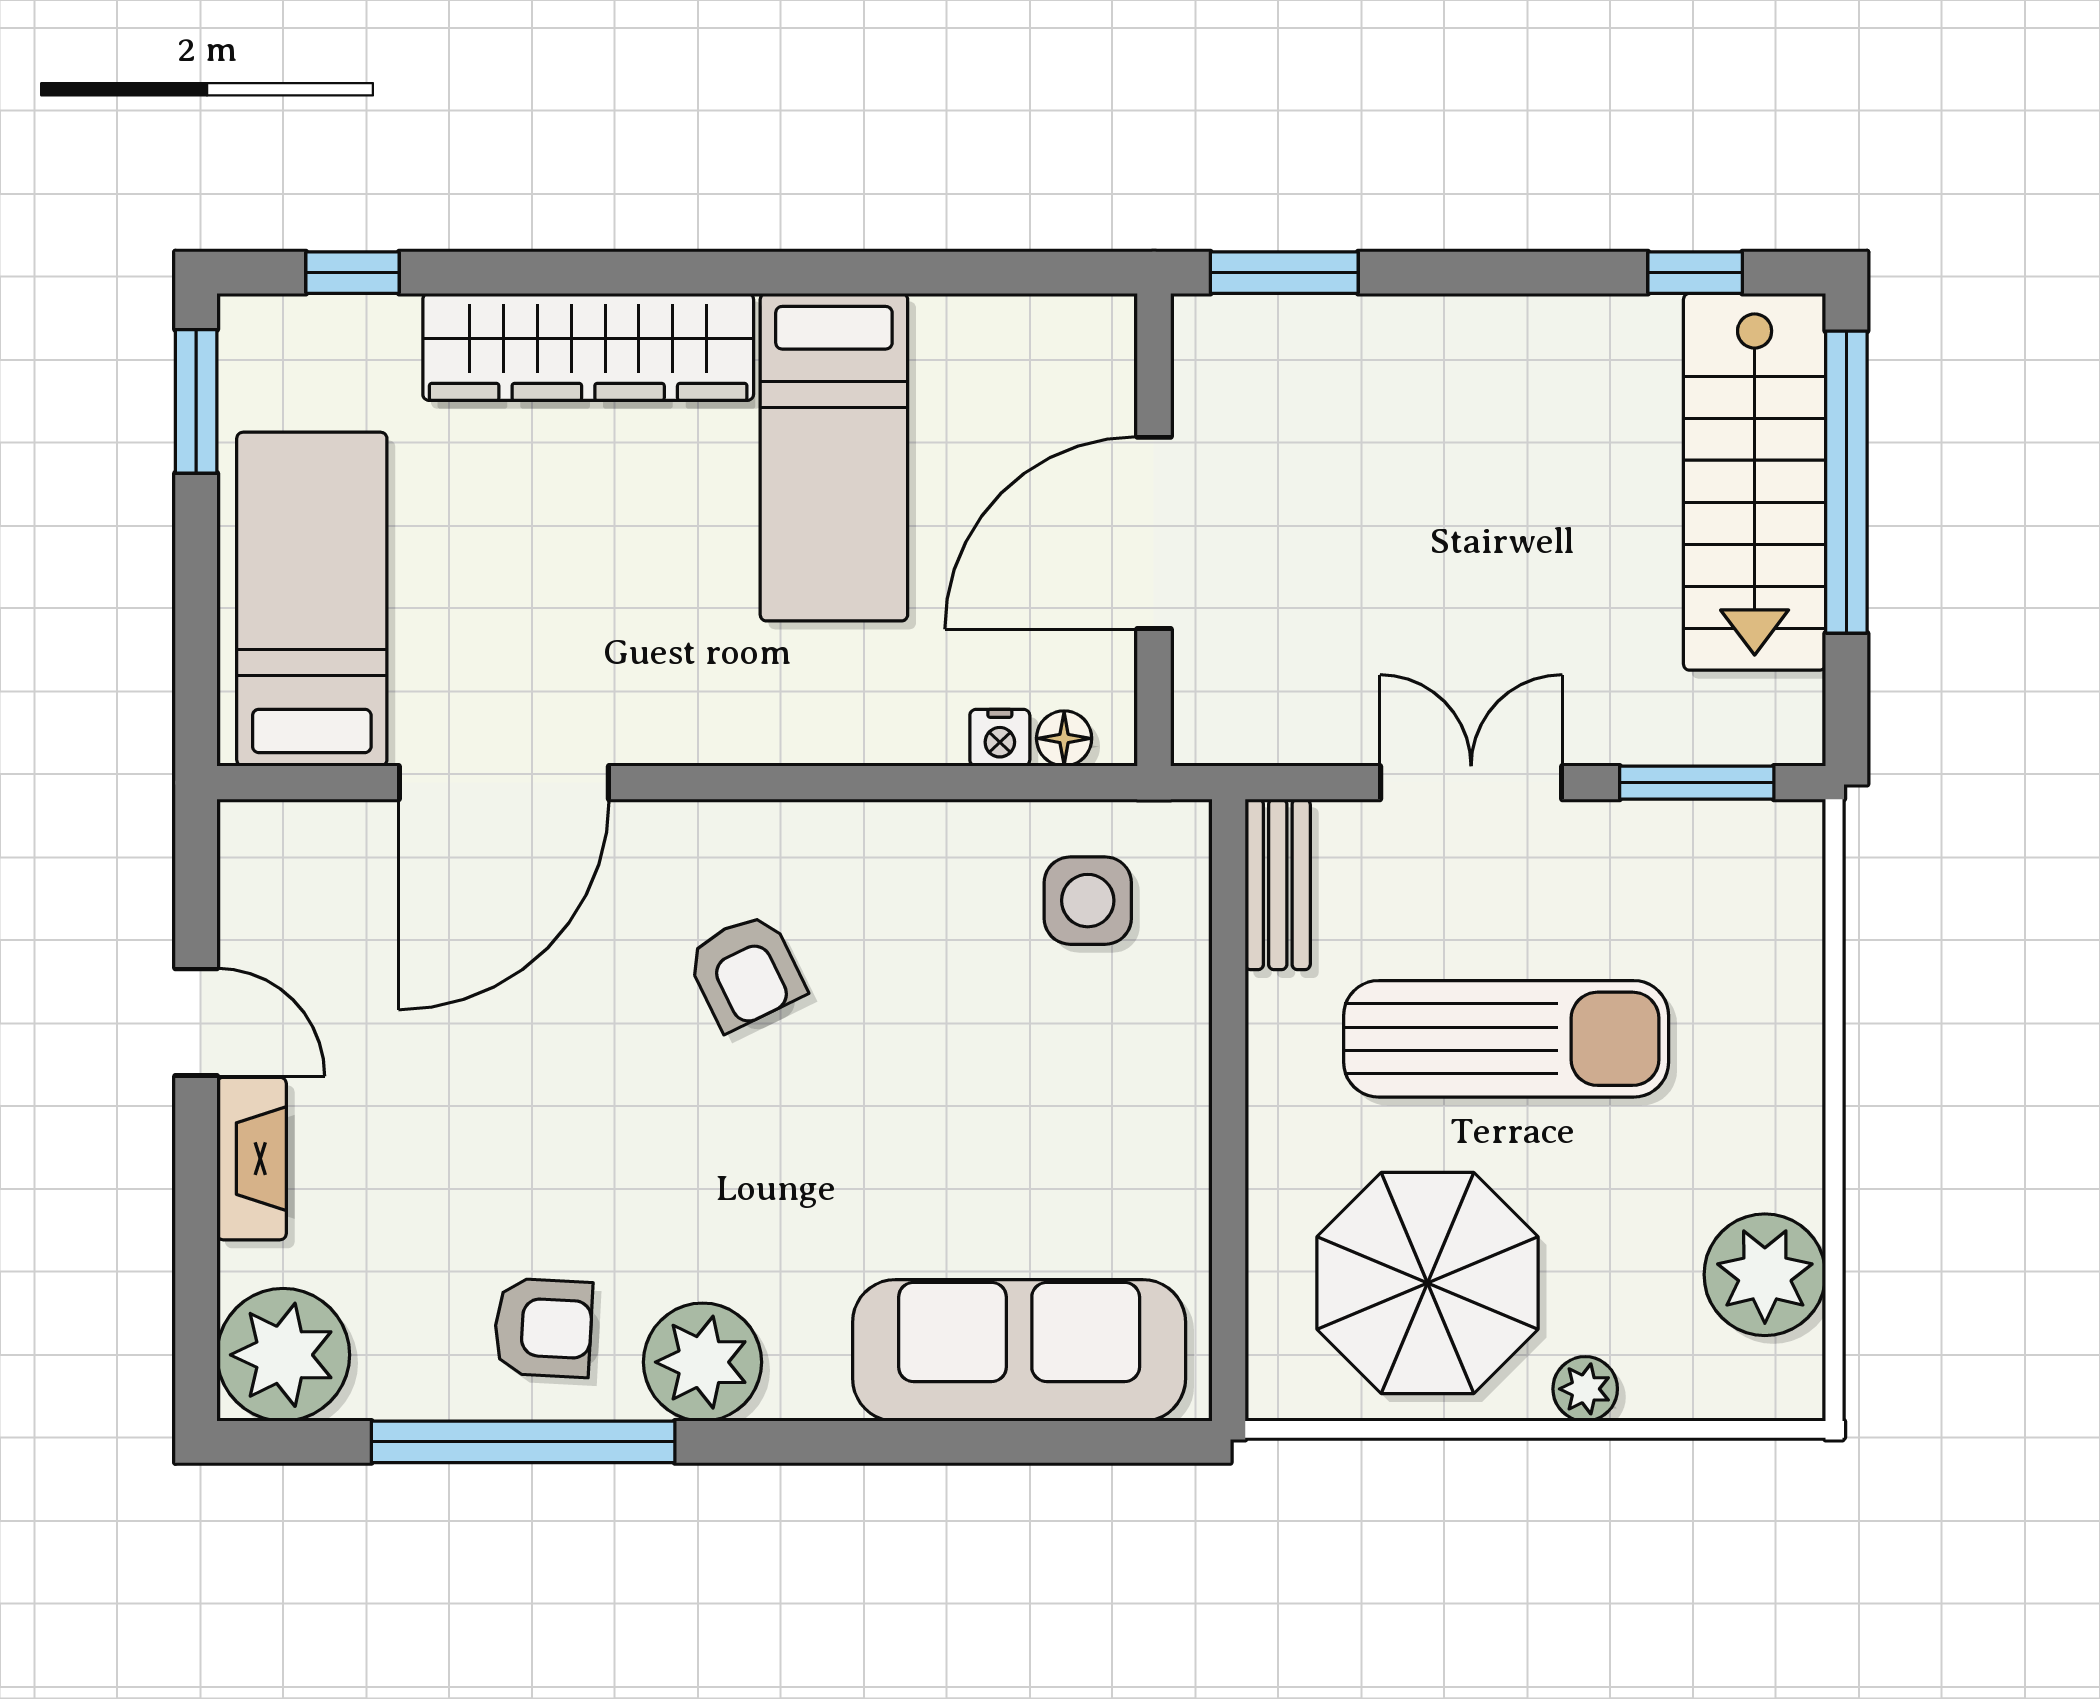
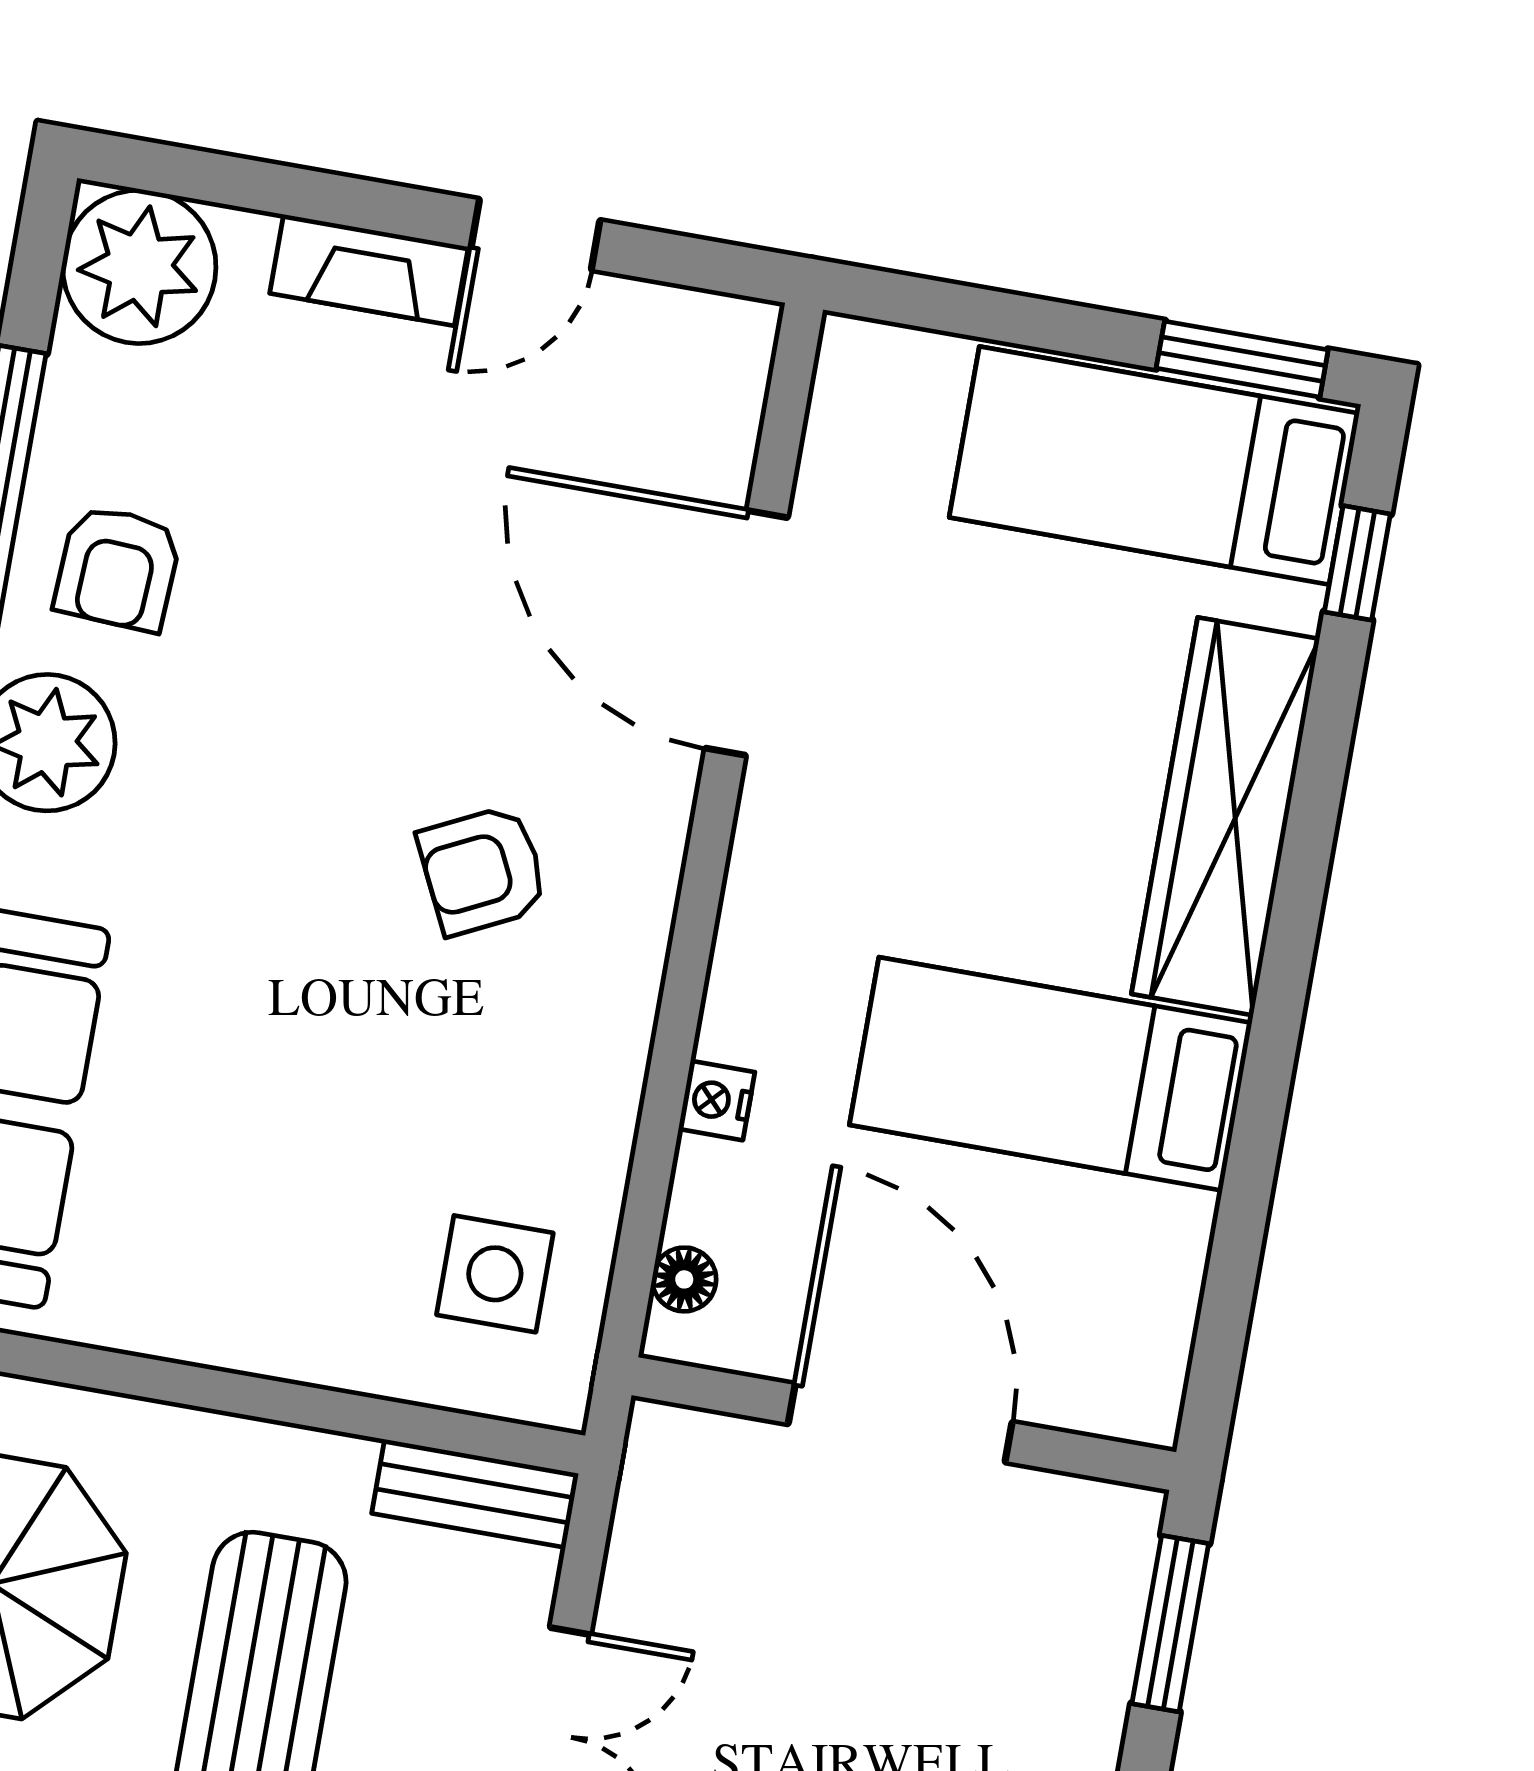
bed: (312, 599) -> (1154, 465), moved, turned 180
nightstand: (1000, 738) -> (717, 1101), moved

